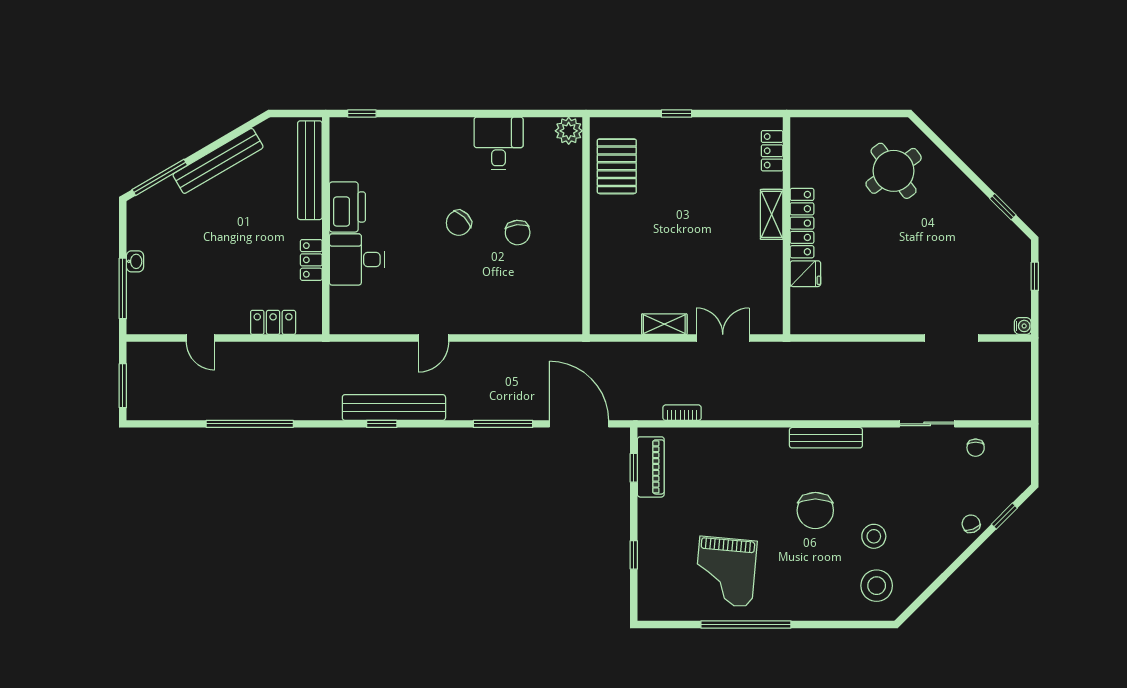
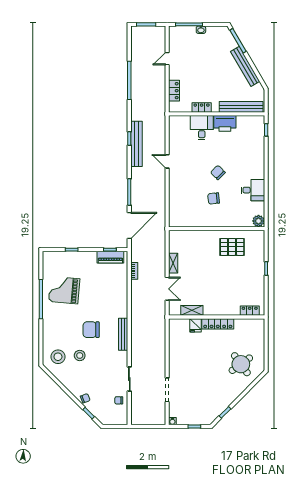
pallet: (617, 166) -> (232, 247), moved
shelving: (772, 214) -> (192, 310), moved

